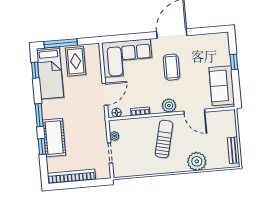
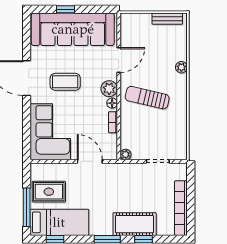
sofa: (222, 86) -> (73, 29), width x1.85, depth x1.27
floor lamp: (117, 113) -> (112, 103), moved
plant: (114, 136) -> (126, 154), moved
plant: (197, 161) -> (181, 67), width x0.53, depth x0.53

